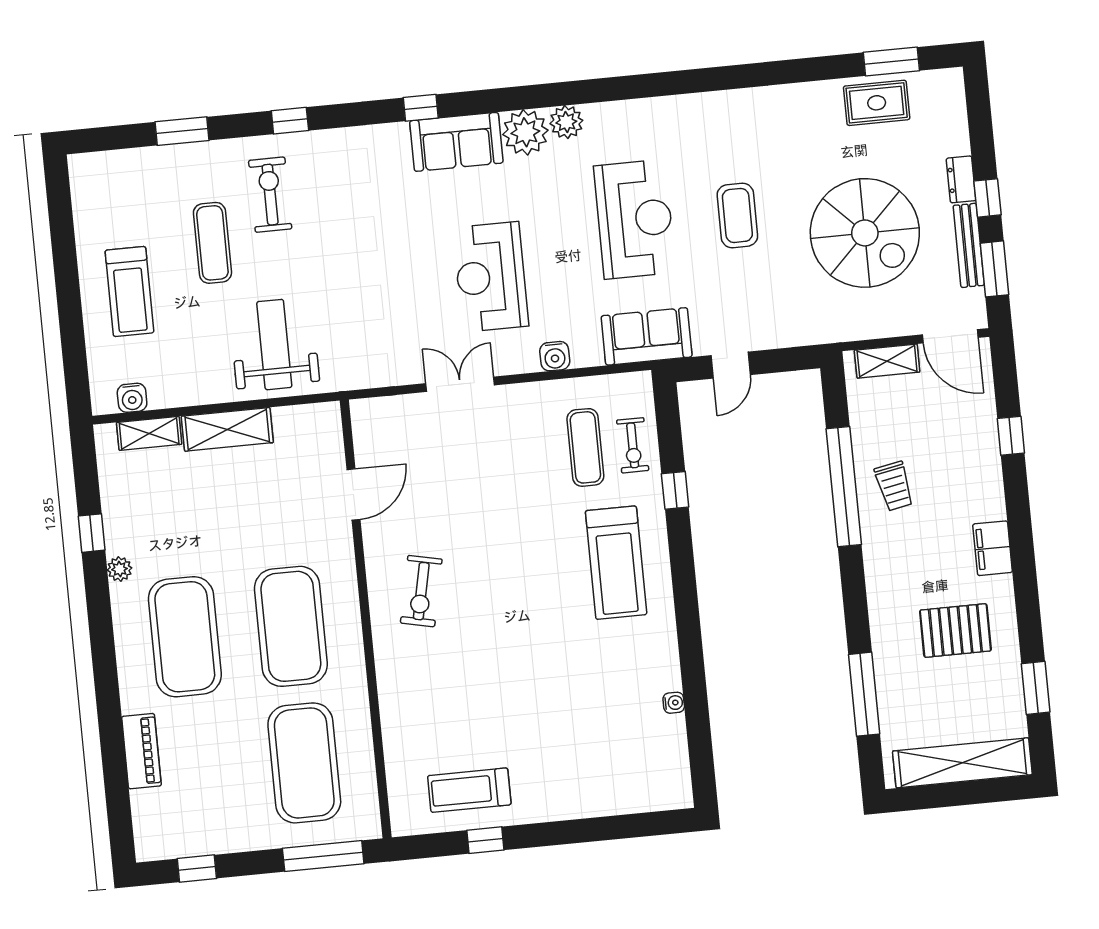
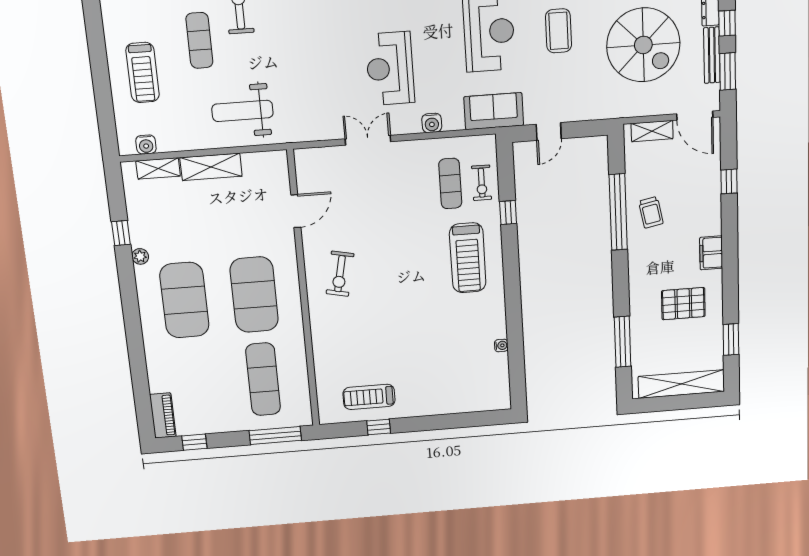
weight bench: (274, 345) -> (242, 111), turned -90
piano: (141, 751) -> (163, 416), moved
exercise mat: (304, 763) -> (263, 379), width x0.68

